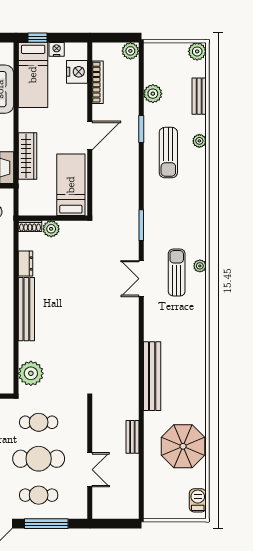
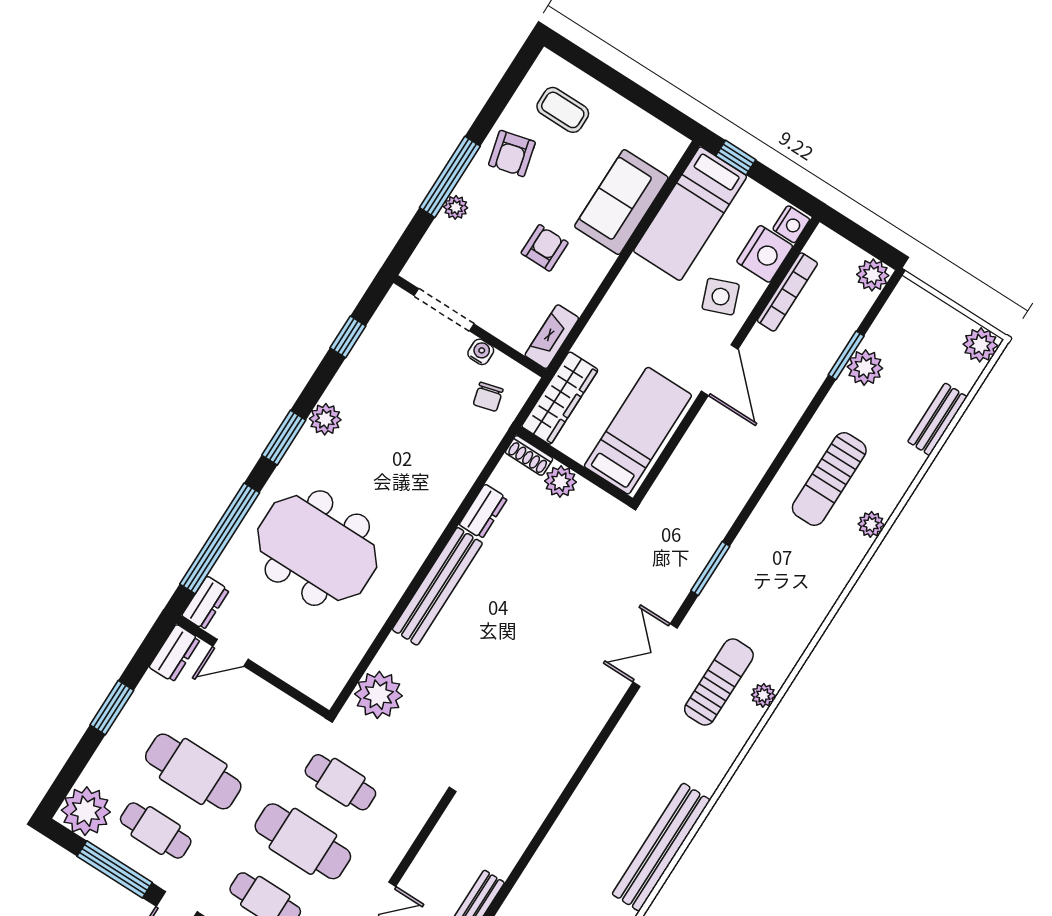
nightstand: (57, 49) -> (791, 224), moved, turned 90
side table: (70, 103) -> (721, 297), added
window: (141, 129) -> (846, 355), moved
door: (90, 135) -> (720, 370), hinge flipped
plant: (199, 141) -> (871, 524), moved
wardrobe: (27, 156) -> (560, 398), moved
bench: (152, 376) -> (661, 847), moved

